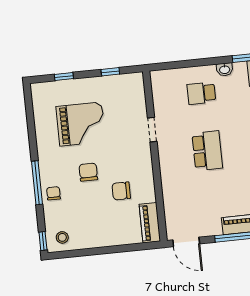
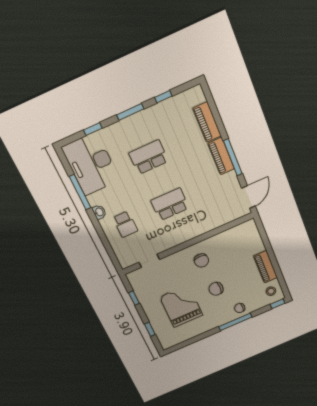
doorway: (152, 130) -> (149, 261), moved
chair: (121, 191) -> (201, 261), moved
piano: (150, 223) -> (266, 267), moved, turned 90

